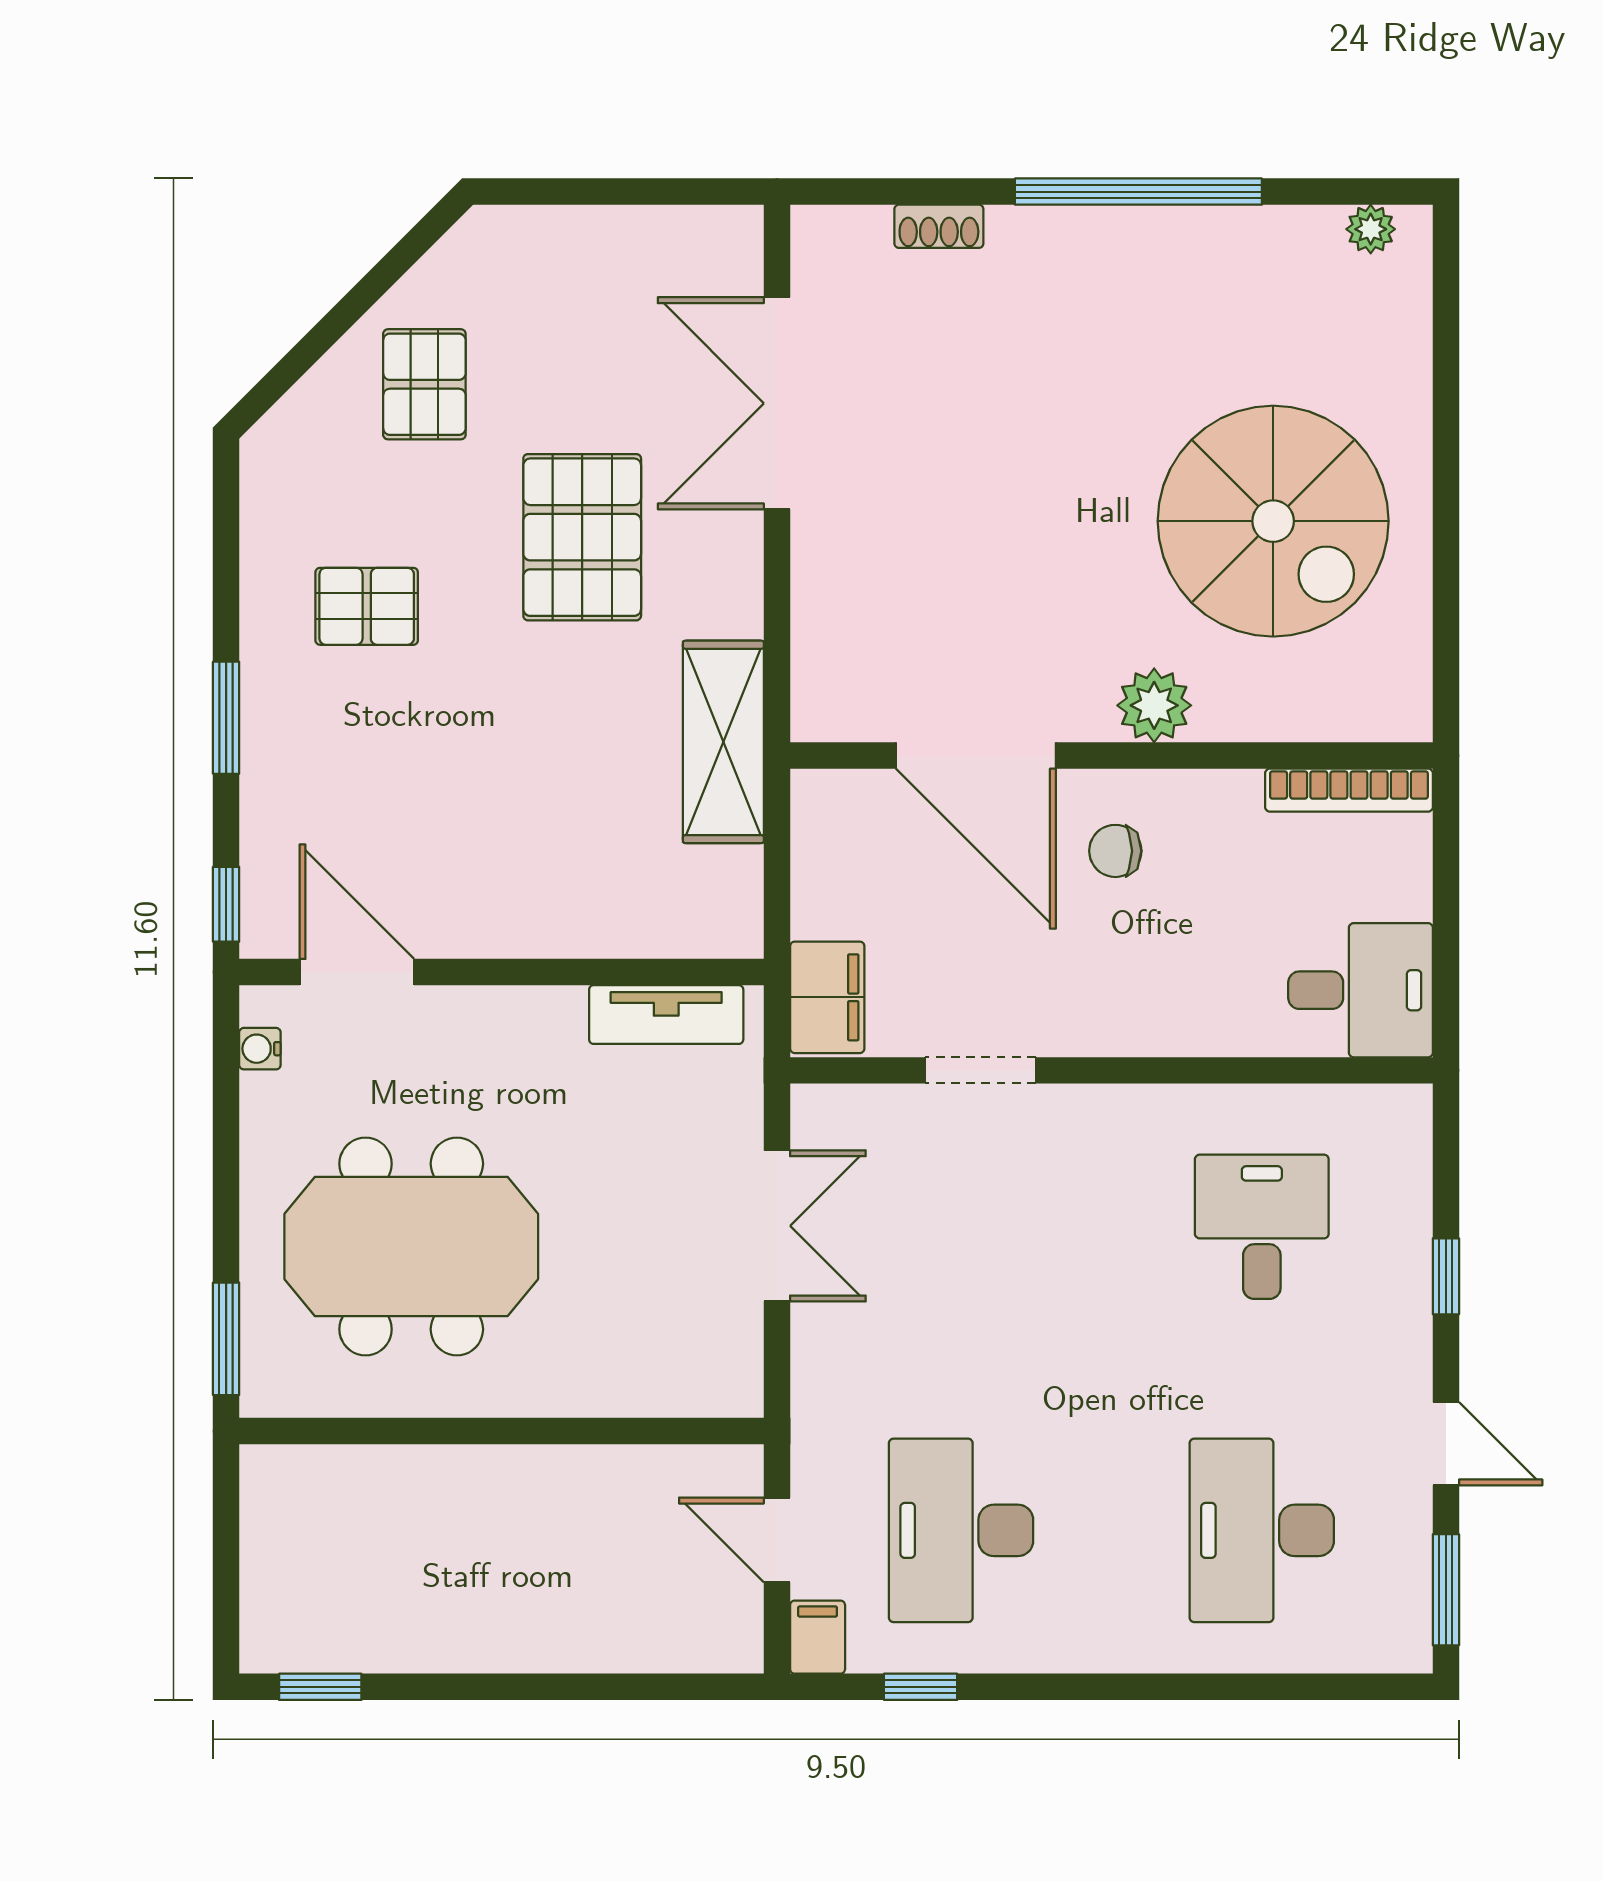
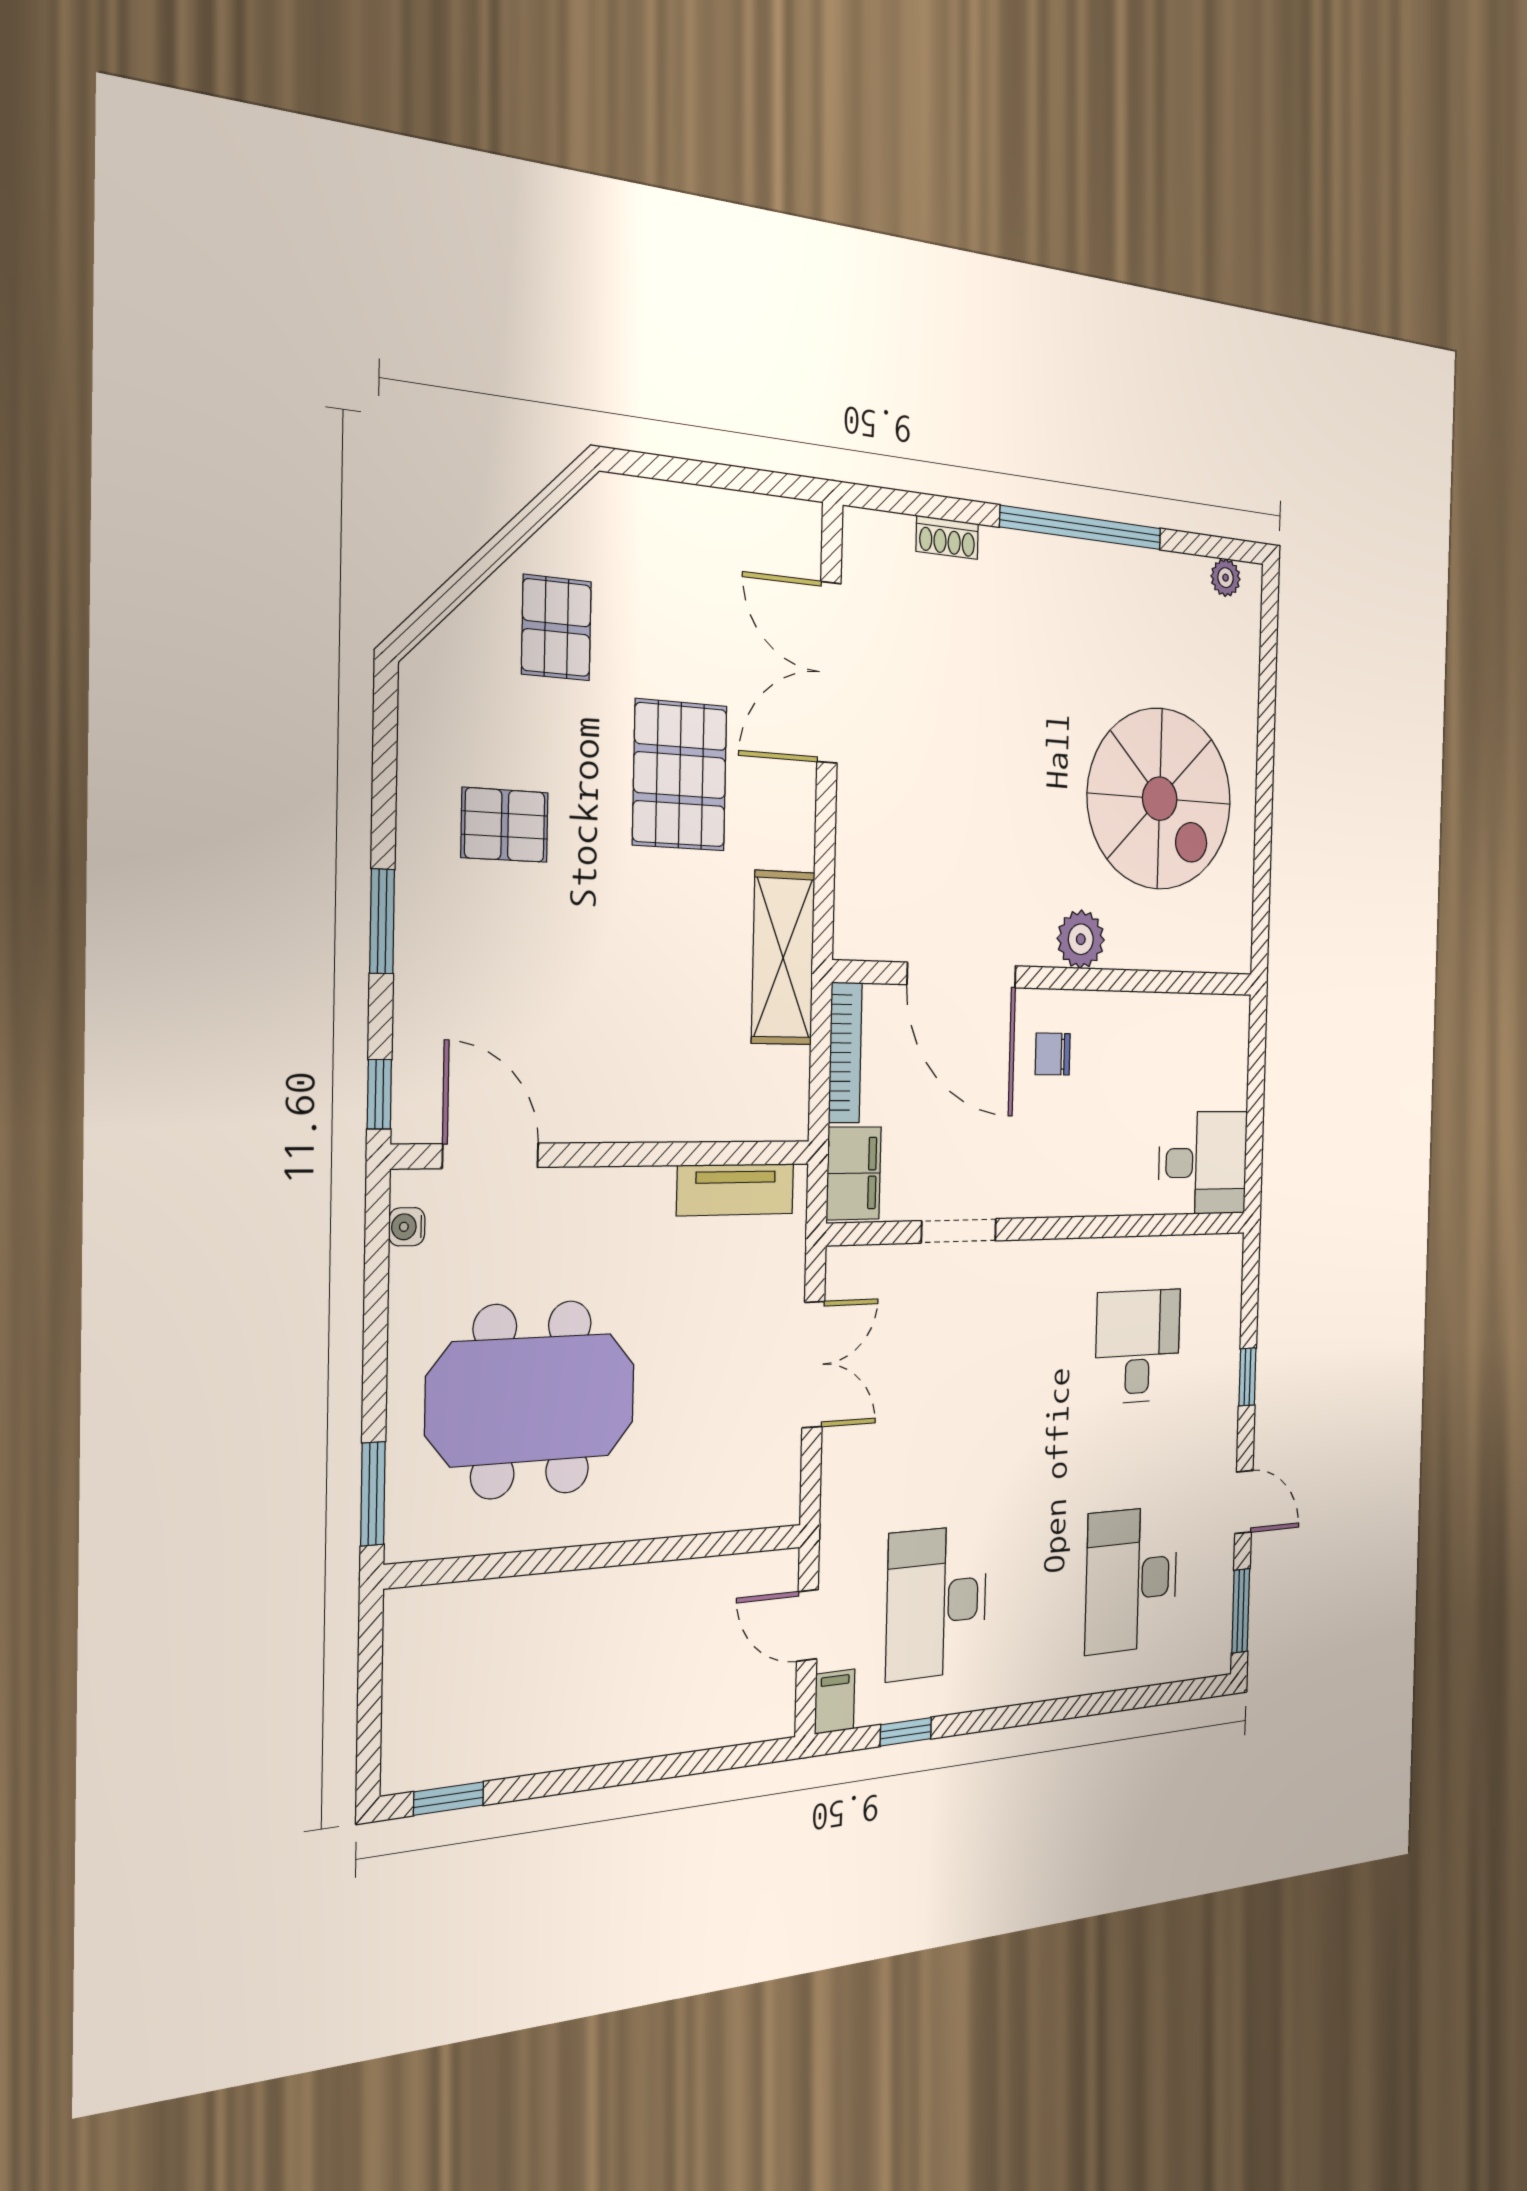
bookcase: (1349, 790) -> (845, 1053), moved, turned -90

